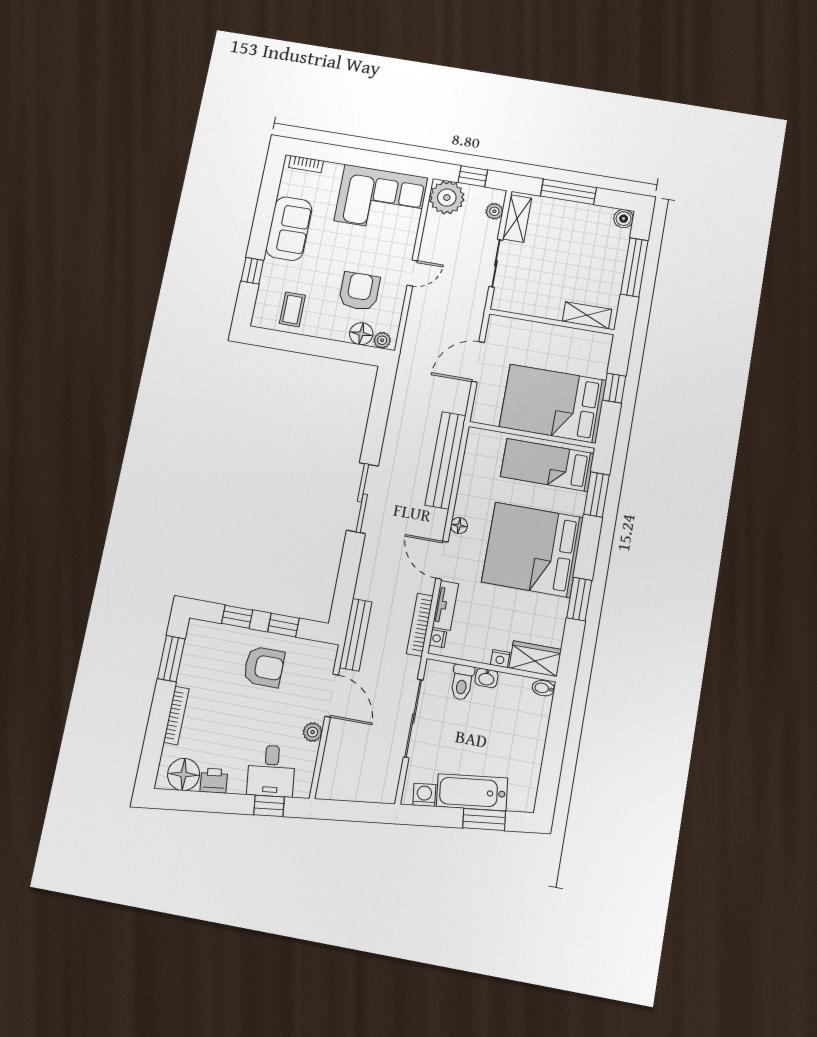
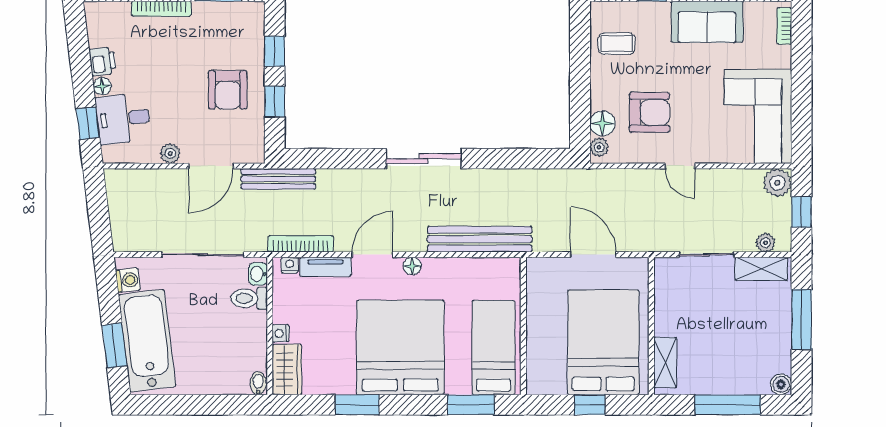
plant: (447, 198) -> (777, 183), width x0.73, depth x0.73
bed: (553, 404) -> (603, 342), moved
washbasin: (486, 678) -> (258, 274), moved
floor lamp: (184, 774) -> (102, 86), moved, width x0.53, depth x0.53
bathtub: (472, 792) -> (147, 341), width x1.36, depth x1.36

